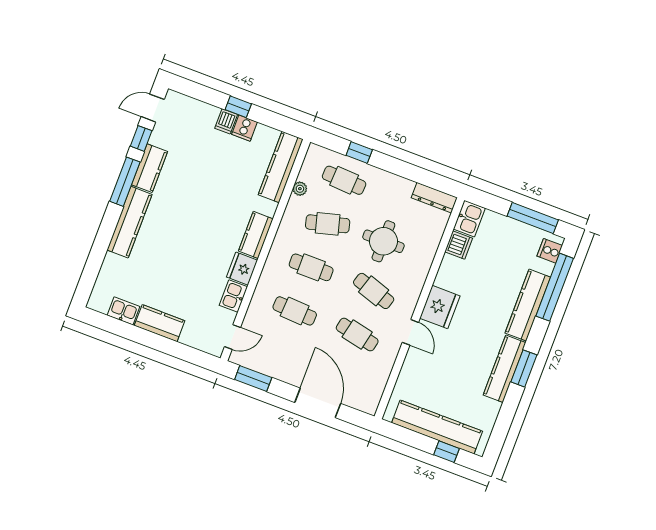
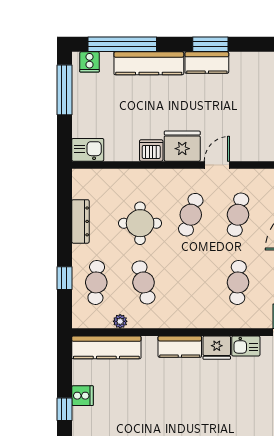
dishwasher: (226, 121) -> (83, 416), removed
dresser: (434, 198) -> (80, 221), moved
dishwasher: (459, 245) -> (151, 150), moved
cafe table: (311, 267) -> (191, 282), removed
kitchen counter: (504, 369) -> (207, 63), width x0.67

